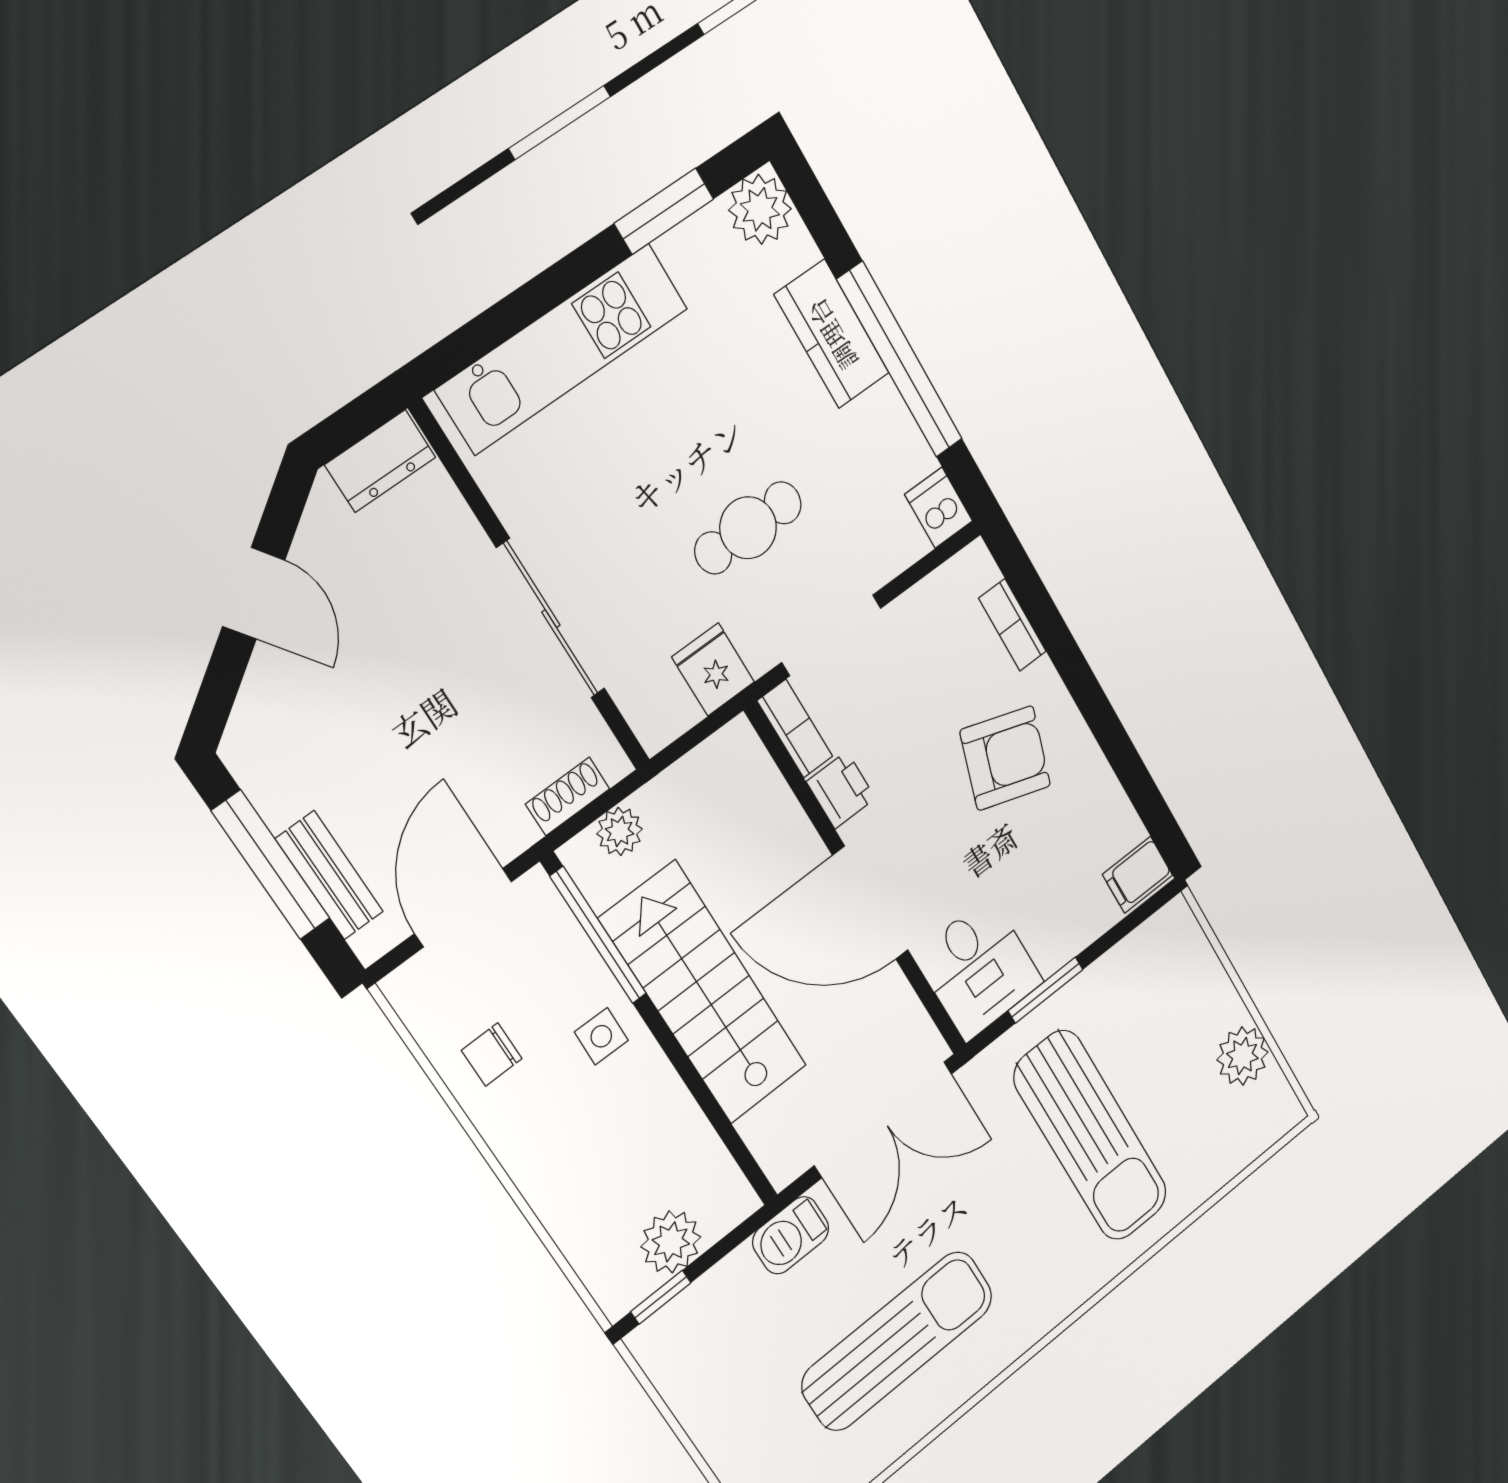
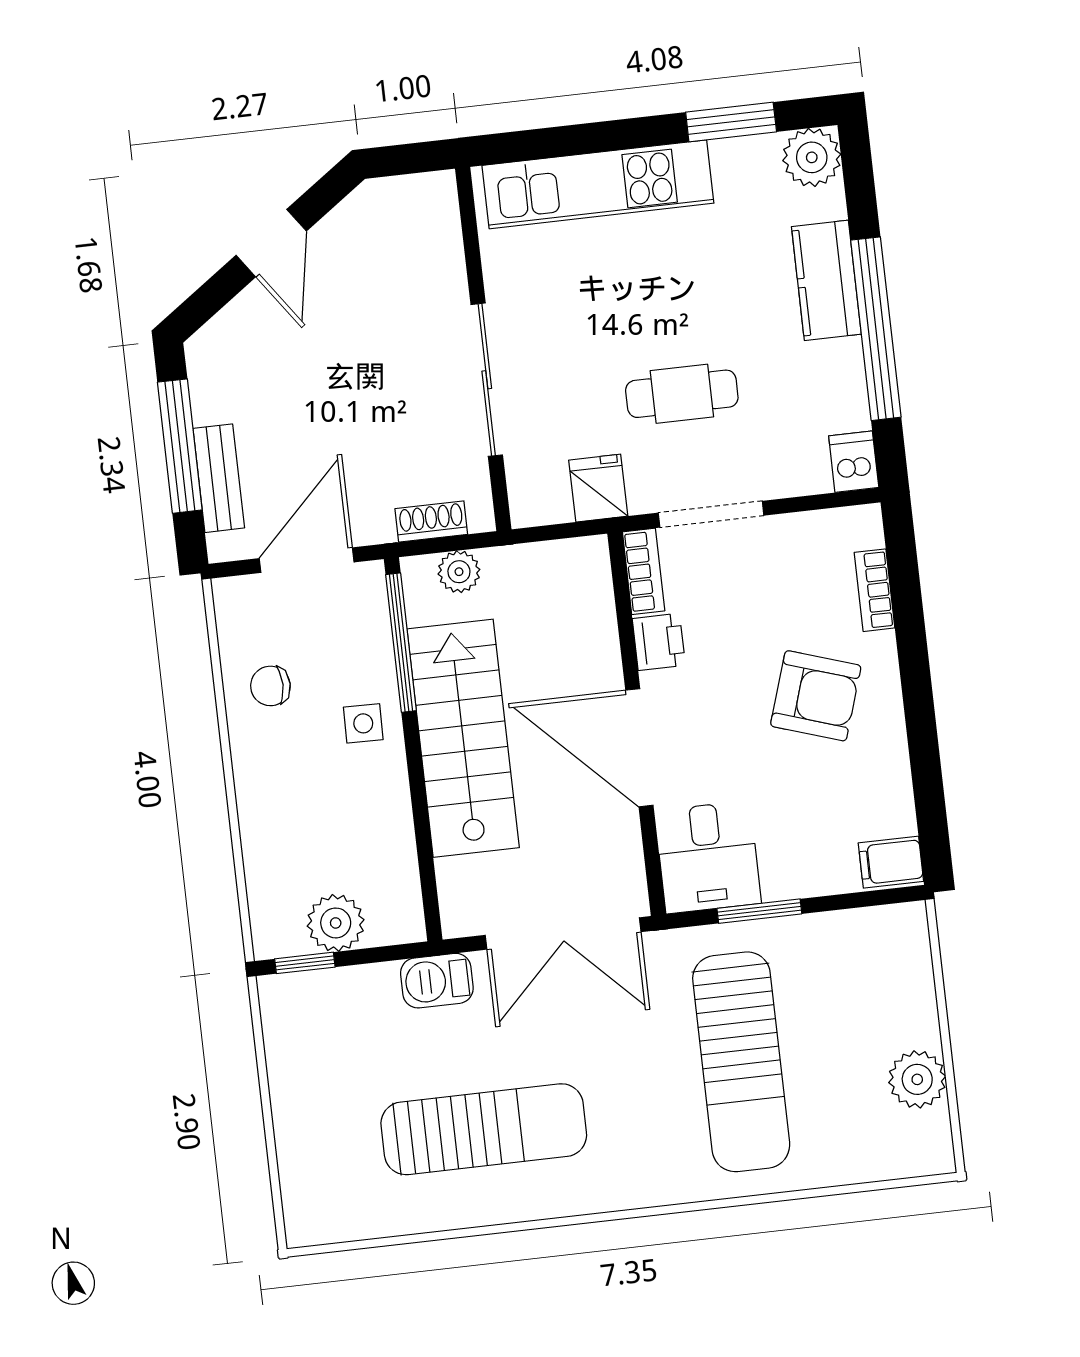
dresser: (380, 461) -> (415, 196), removed

